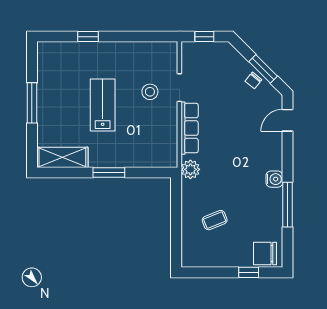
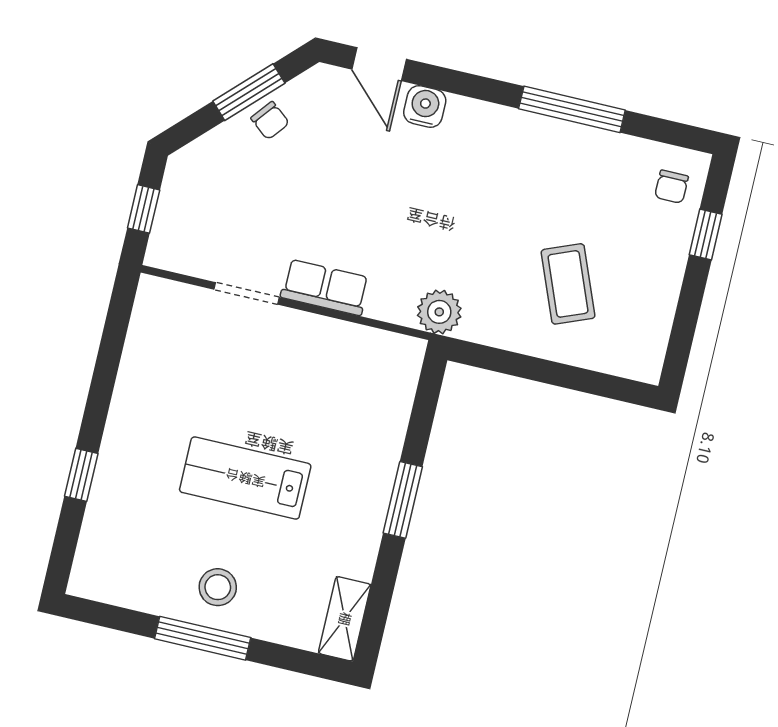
stool: (150, 92) -> (218, 587), moved
row of seats: (190, 128) -> (325, 287), width x0.68
shelving: (62, 157) -> (345, 619), width x0.67, depth x0.75
water cooler: (274, 179) -> (425, 107), moved
coffee table: (215, 220) -> (568, 284), width x1.36, depth x1.30
chair: (265, 254) -> (671, 187), width x0.54, depth x0.54

